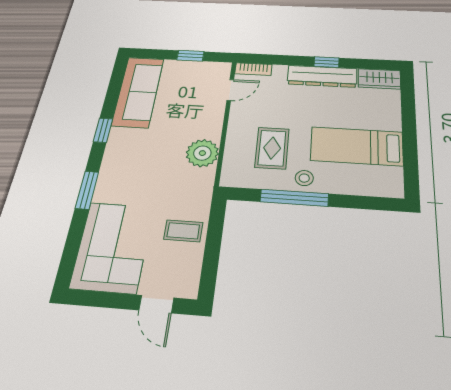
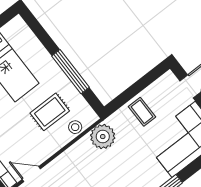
plant: (202, 153) -> (103, 137), moved
stool: (304, 178) -> (75, 127), moved

